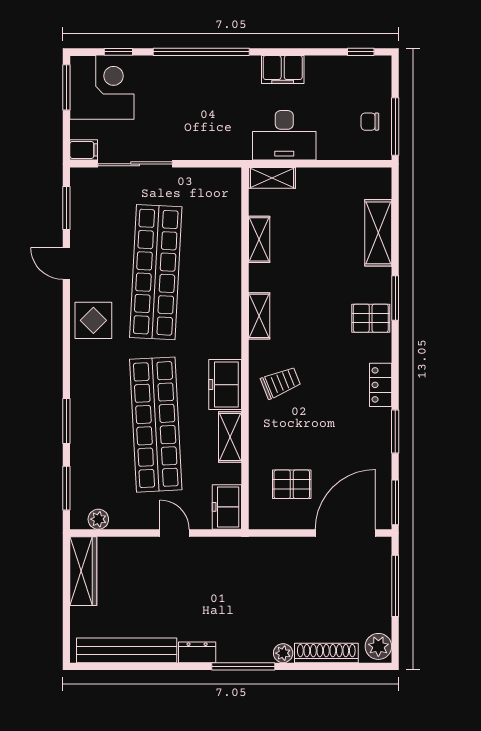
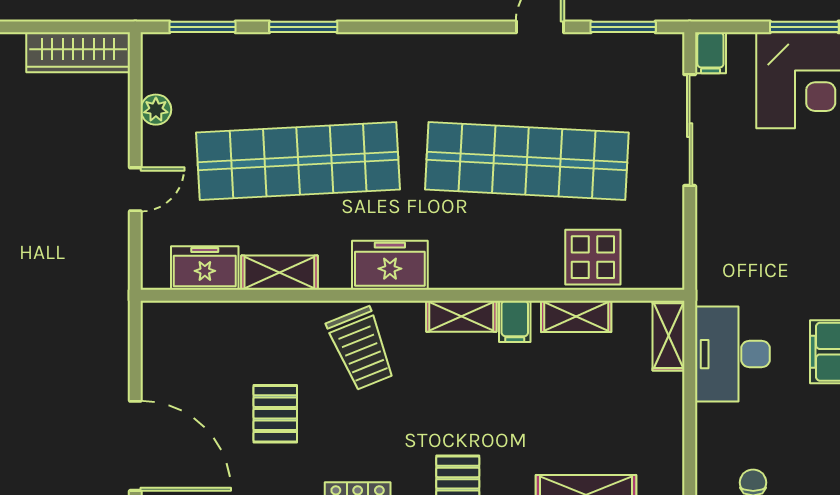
filing cabinet: (263, 280) -> (515, 321), added
display table: (93, 320) -> (593, 257), moved
trolley: (281, 383) -> (361, 349), width x1.36, depth x1.39
freezer: (225, 385) -> (390, 265), moved
pallet: (292, 484) -> (275, 414), moved
freezer: (227, 507) -> (205, 268), moved
plant: (98, 519) -> (156, 110), moved

